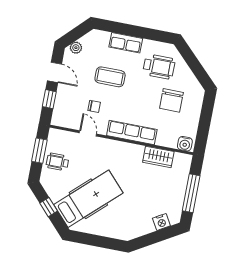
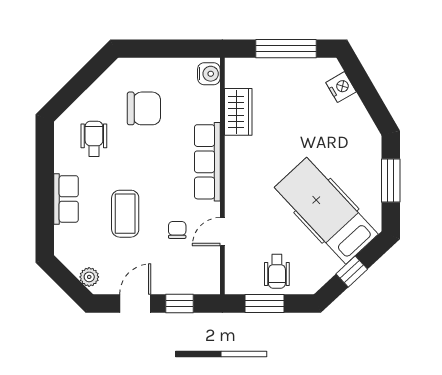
wheelchair: (159, 67) -> (94, 139), width x0.73, depth x0.73
window: (99, 241) -> (391, 181), added

